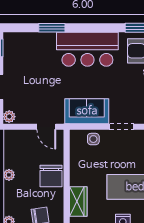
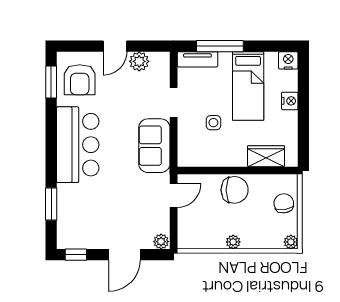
window: (52, 28) -> (51, 204), moved
side table: (93, 139) -> (213, 123), moved

